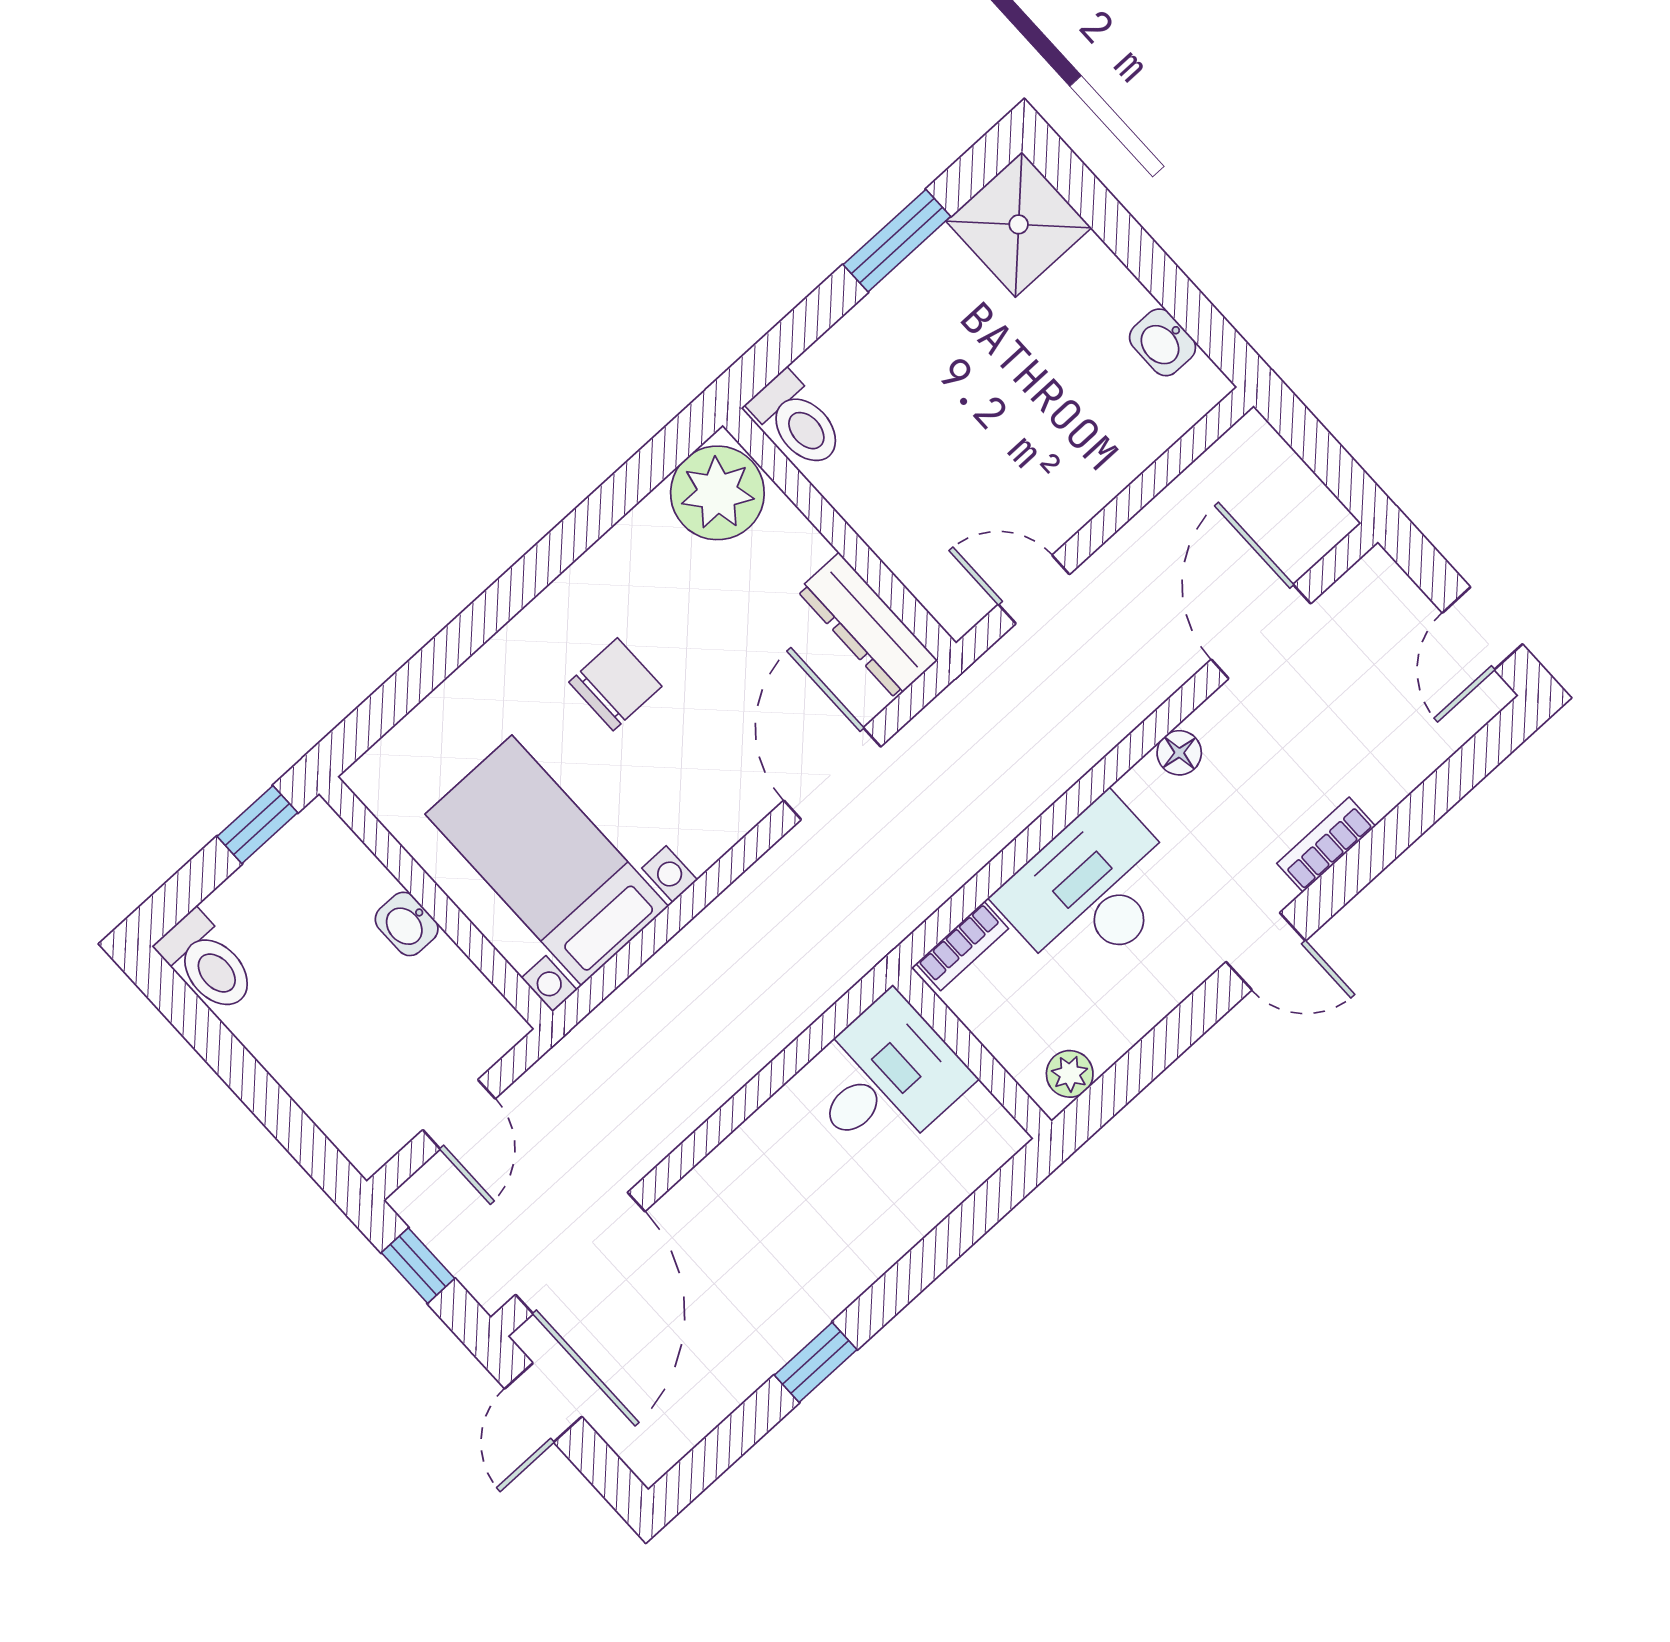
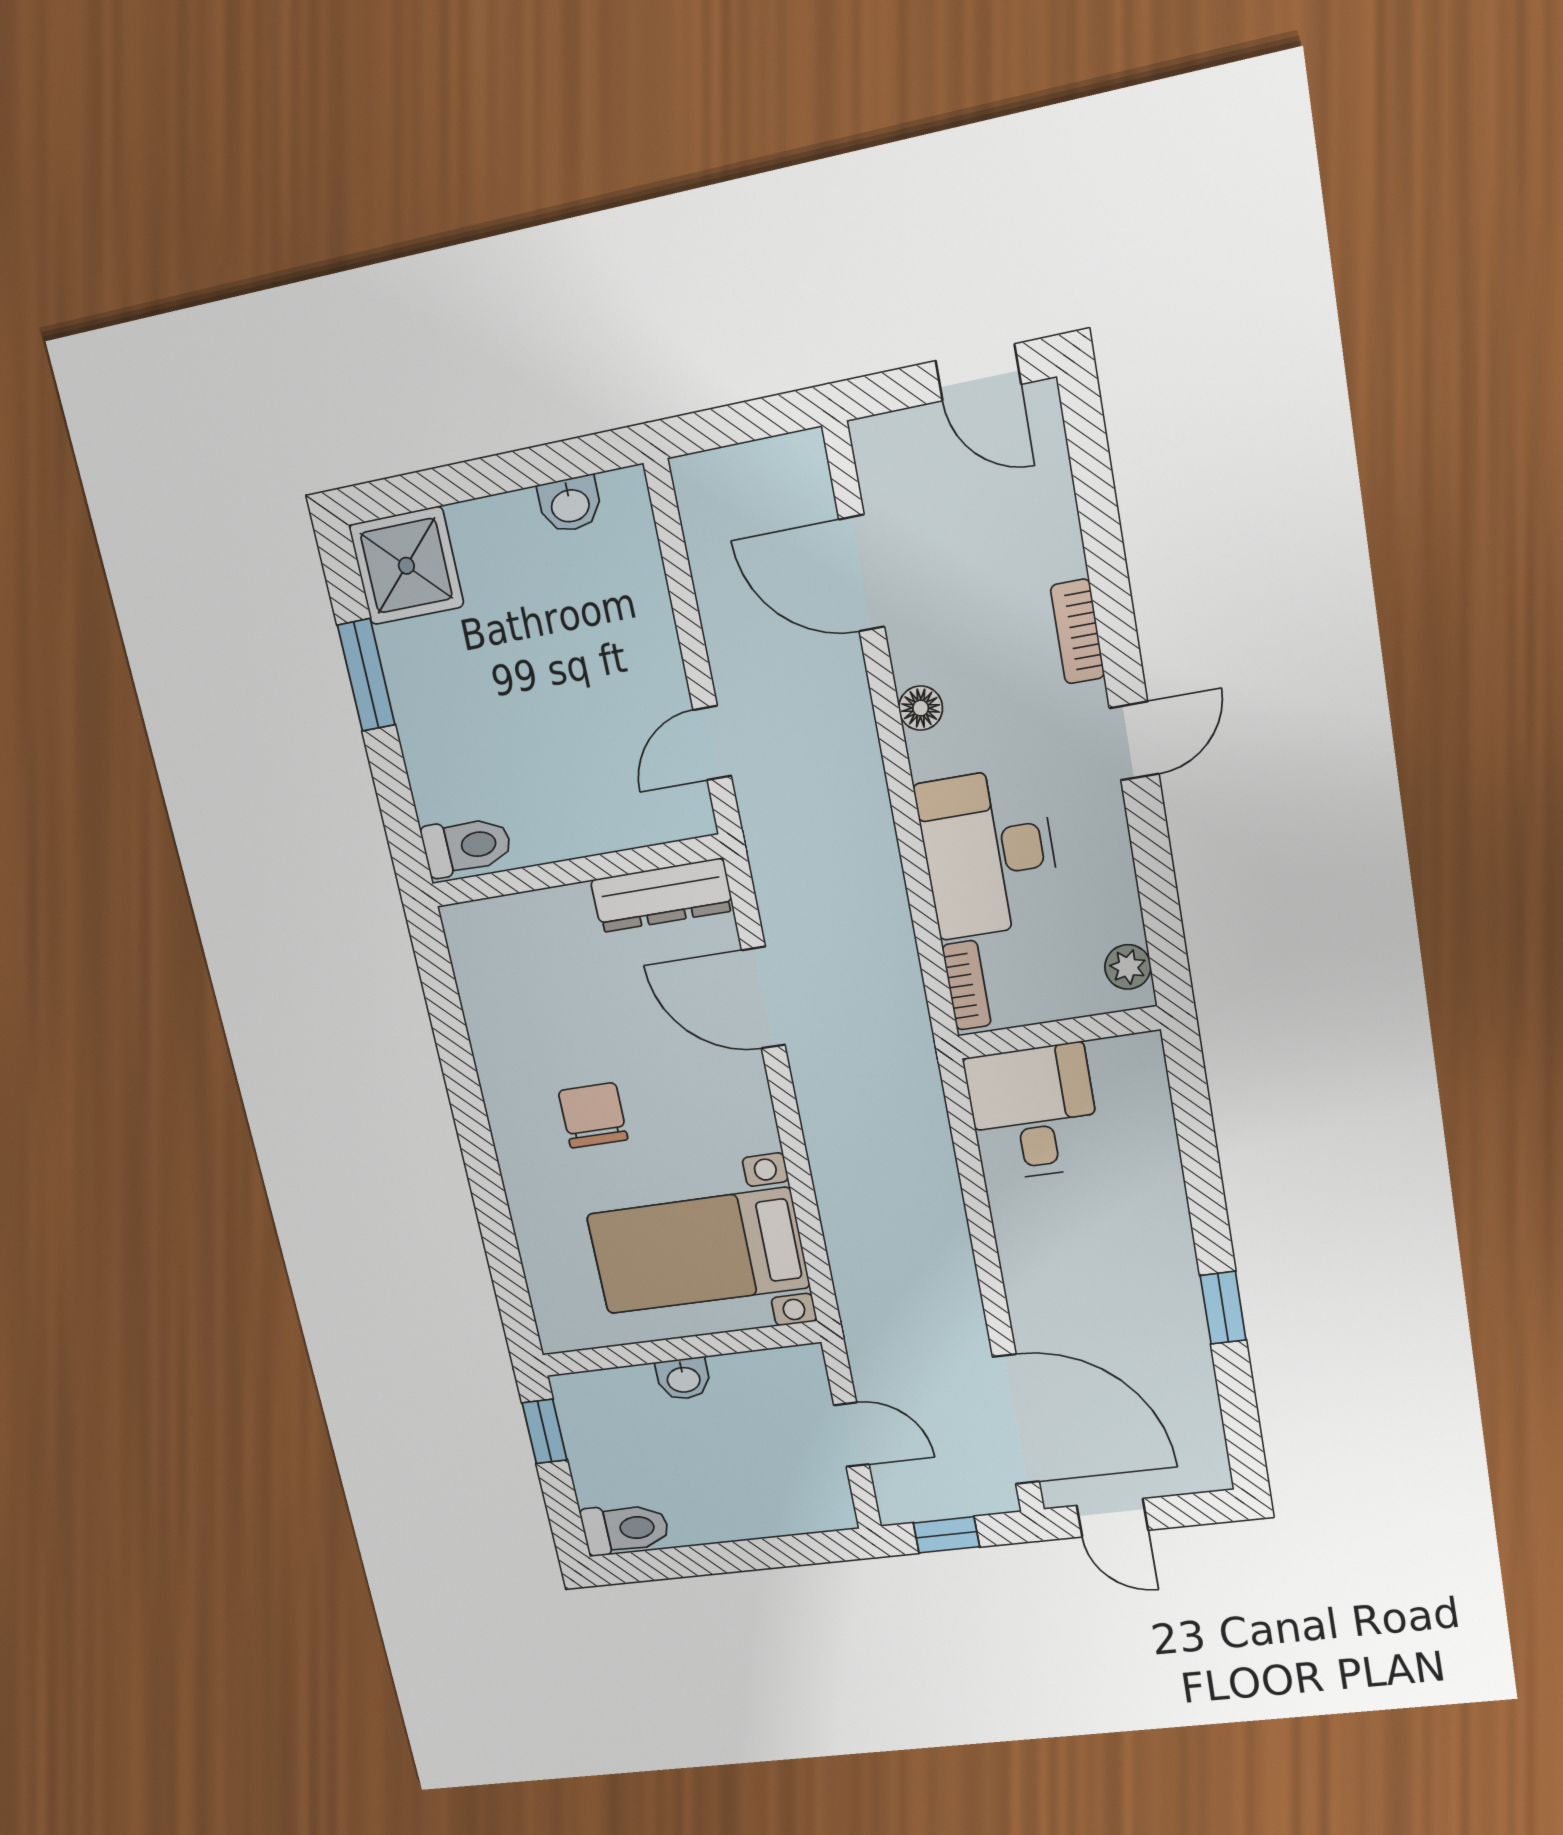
plant: (717, 493) -> (489, 944), removed

